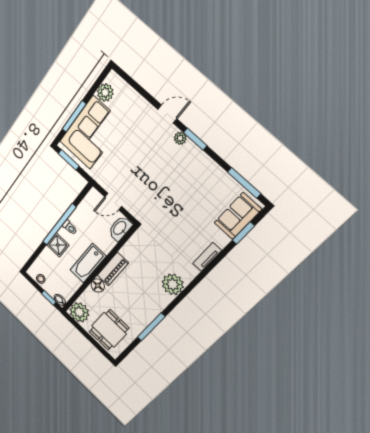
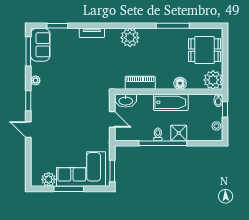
window: (74, 117) -> (69, 189), moved
plant: (180, 138) -> (36, 80), moved
sofa: (238, 216) -> (40, 45), moved, turned -90
piano: (113, 269) -> (140, 83), moved

